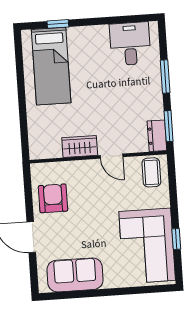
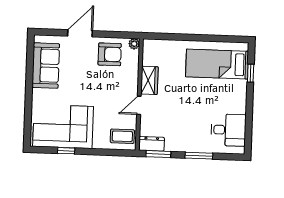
plant: (37, 170) -> (134, 44), added

